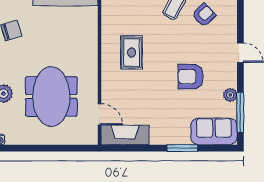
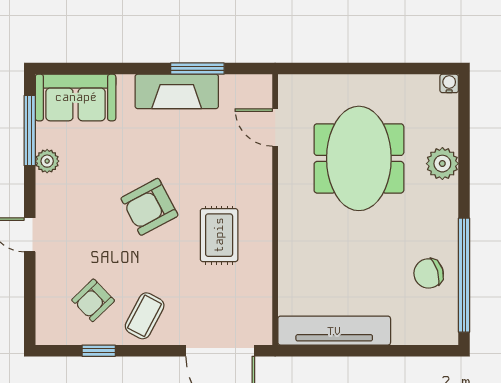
armchair: (191, 77) -> (149, 207), moved, turned 152
fireplace: (125, 135) -> (177, 91), moved
window: (182, 148) -> (197, 69), moved

